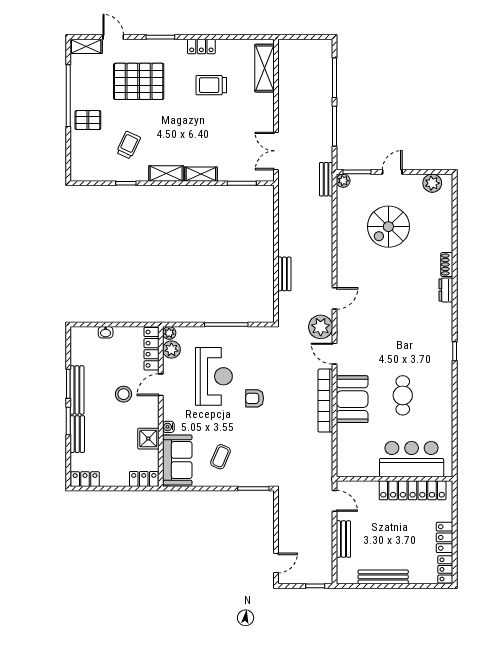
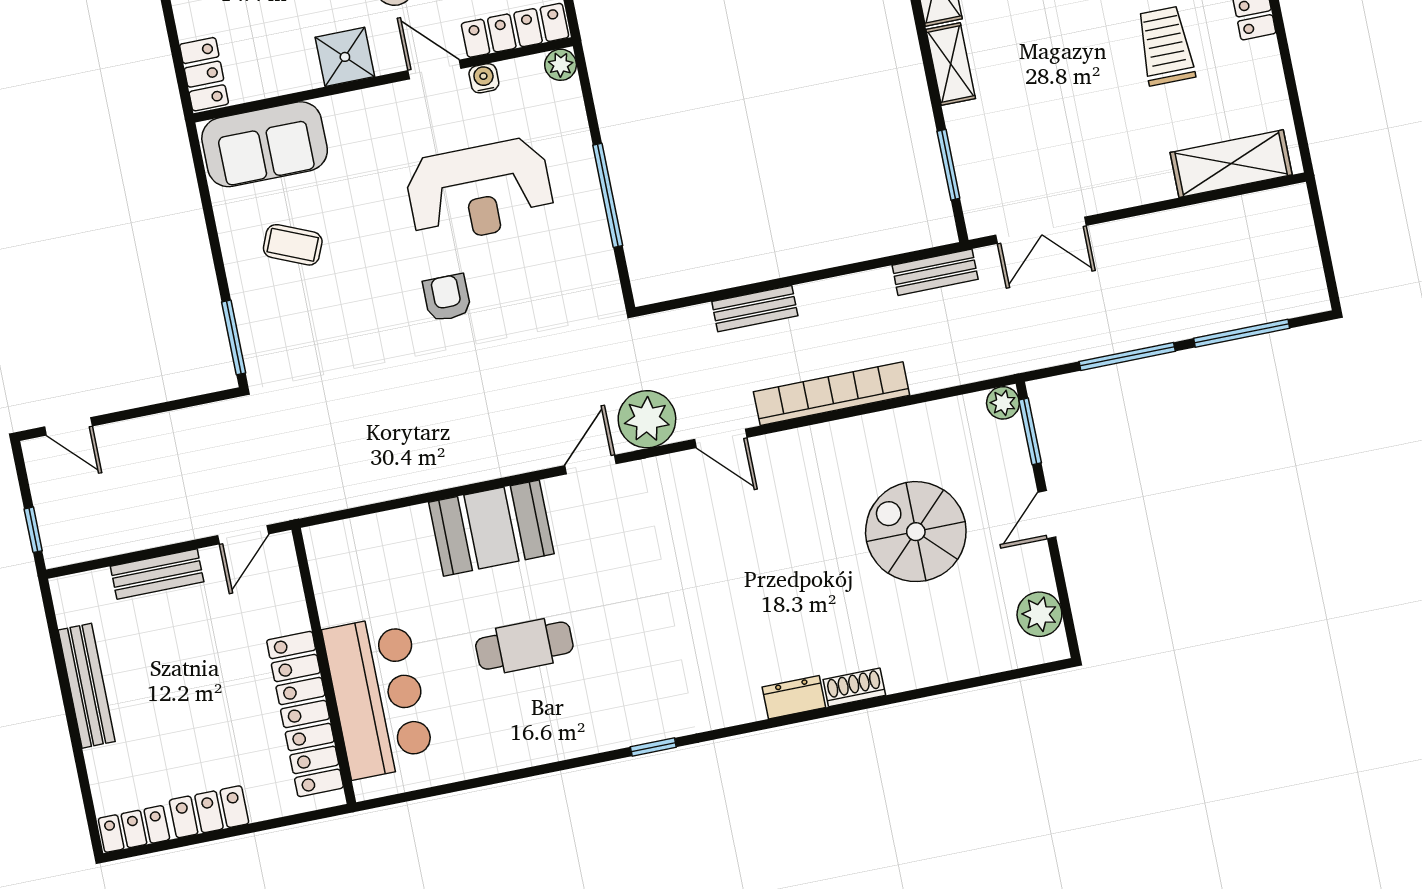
double door: (276, 151) -> (1041, 230), swing flipped
door: (392, 172) -> (1047, 515), swing flipped
bench: (326, 179) -> (935, 272), moved
plant: (171, 350) -> (523, 78), removed
bookcase: (325, 401) -> (832, 394), moved
water cooler: (168, 427) -> (484, 78), moved
shower: (148, 439) -> (345, 57), moved

